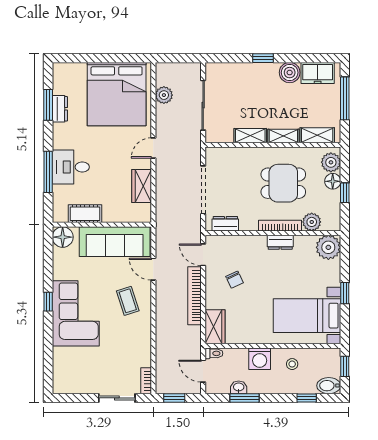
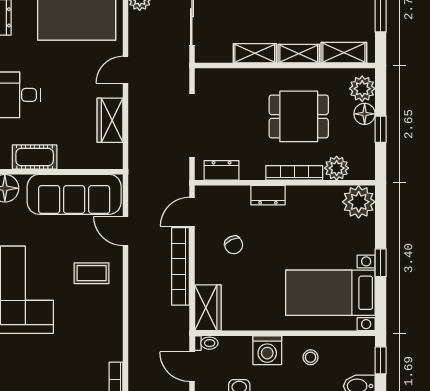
dresser: (280, 242) -> (268, 195), moved
door: (203, 255) -> (192, 212), hinge flipped
coffee table: (128, 301) -> (92, 273), turned -72

